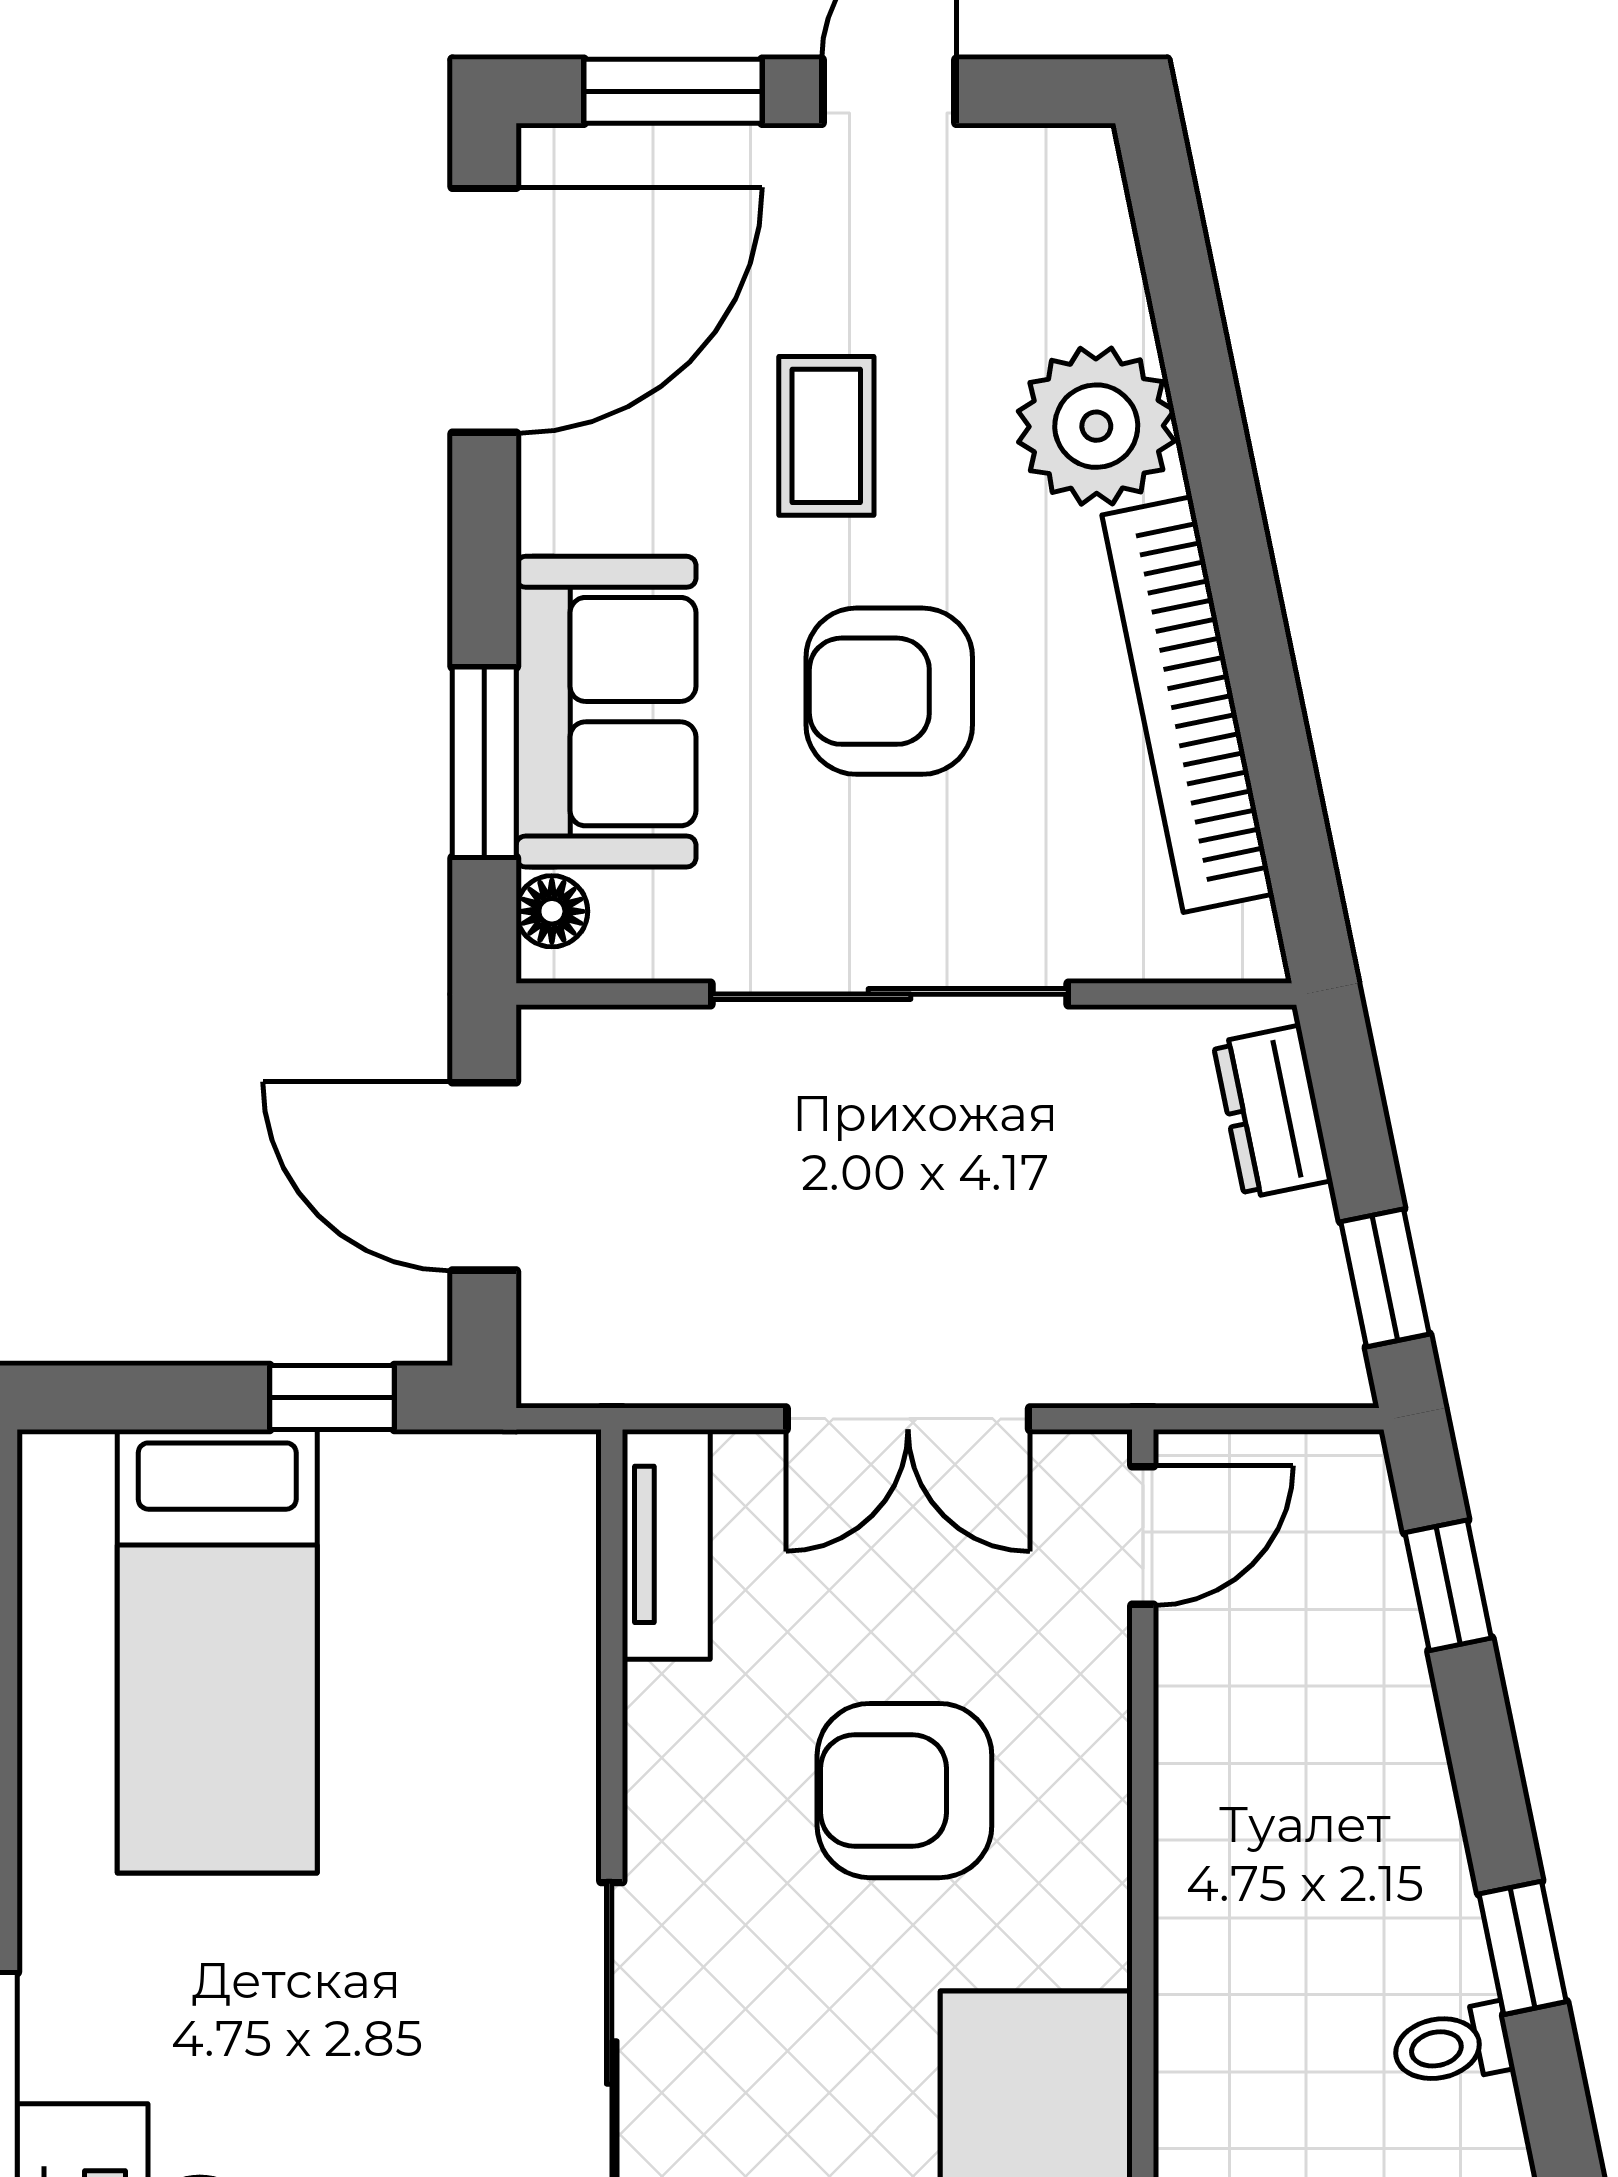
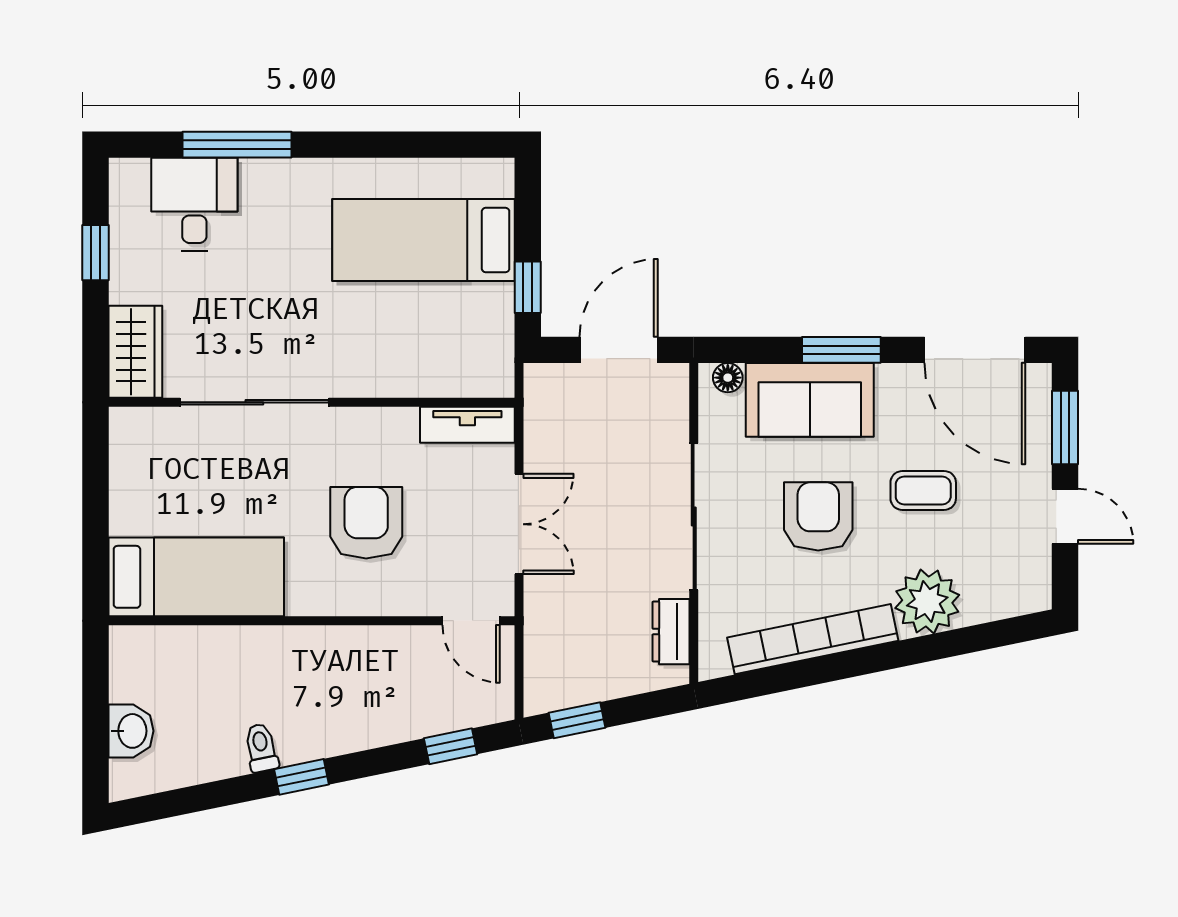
window: (484, 762) -> (841, 350), moved
dresser: (1273, 1112) -> (671, 632), moved, turned -78
double door: (908, 1419) -> (519, 524), swing flipped

